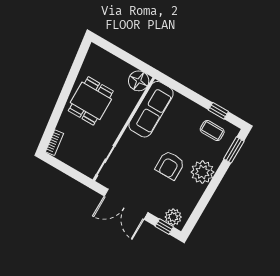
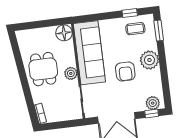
sofa: (151, 109) -> (89, 53), width x1.36, depth x1.27
plant: (115, 126) -> (71, 73), added

